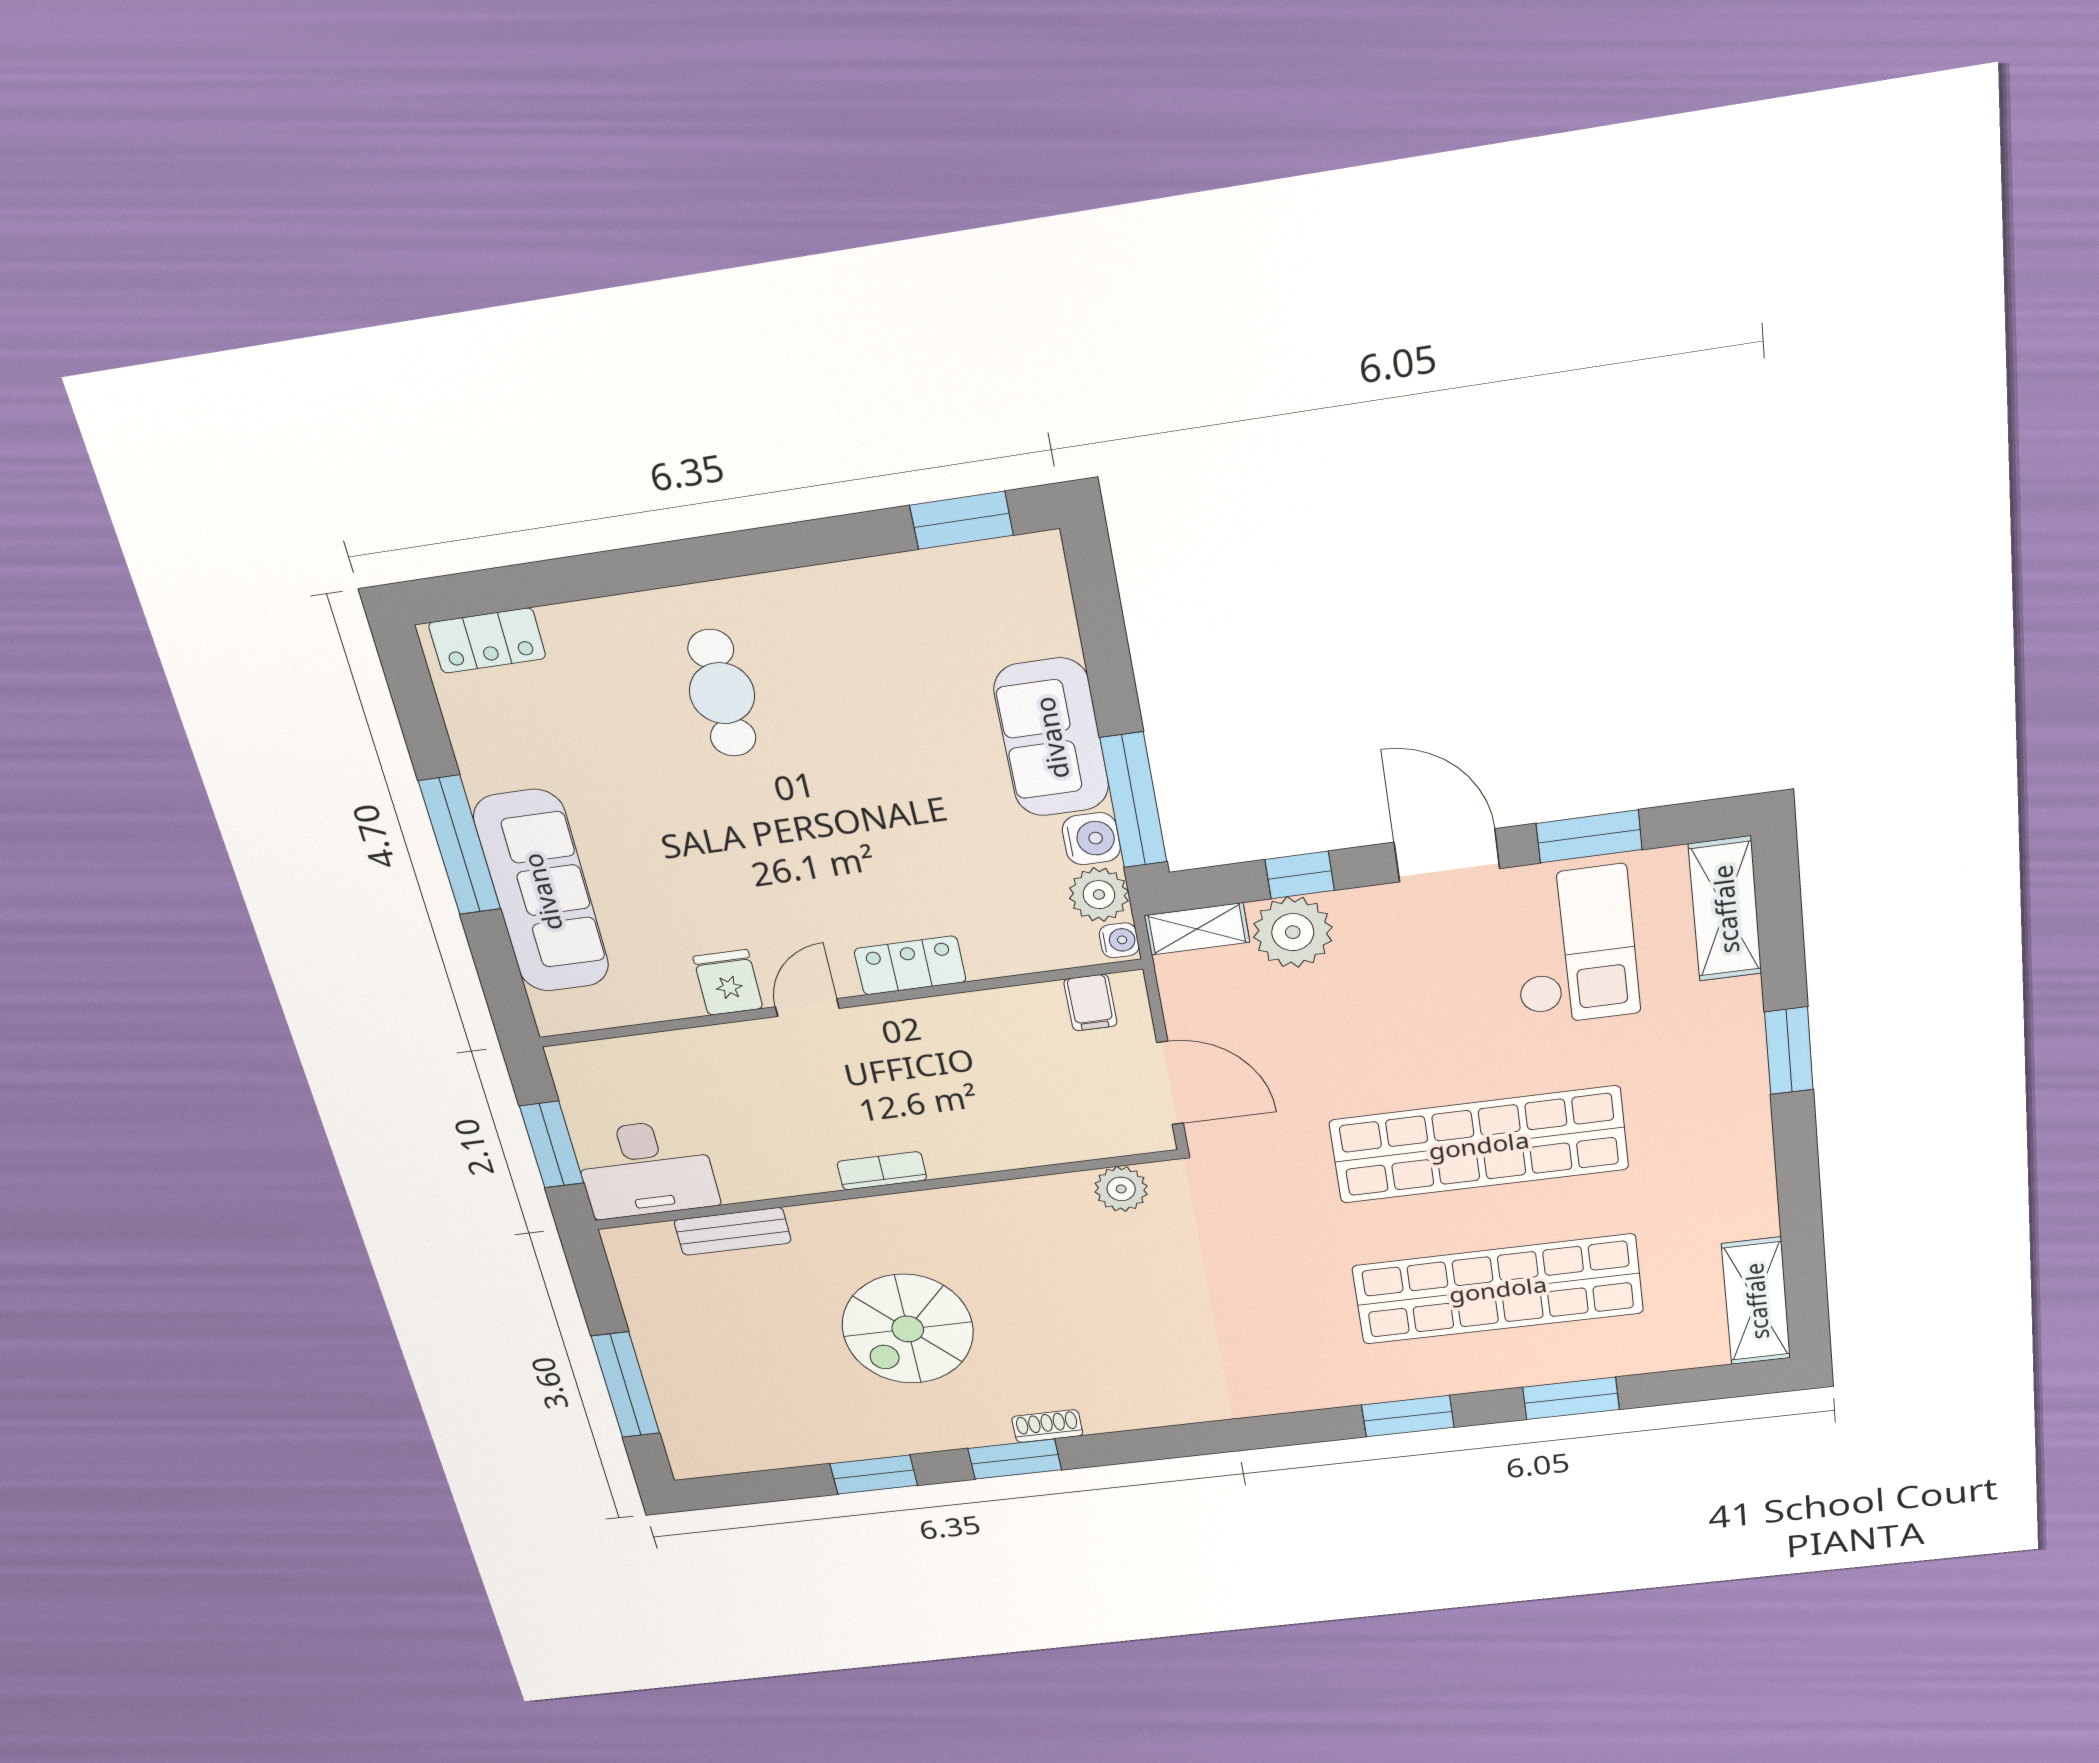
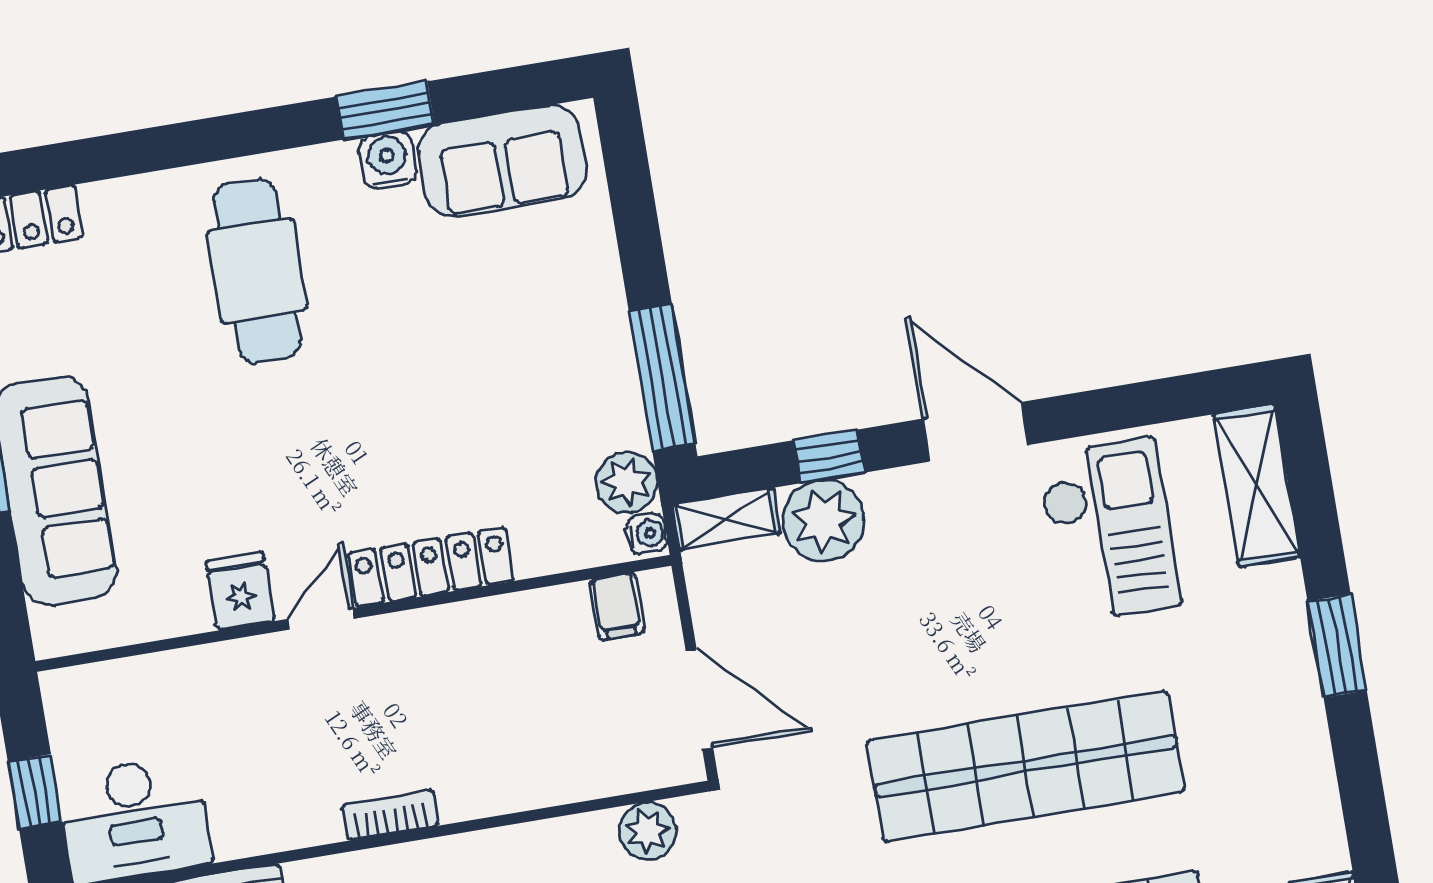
window: (961, 520) -> (385, 111), moved
cafe table: (722, 693) -> (257, 271), width x1.37, depth x1.35
sofa: (1051, 738) -> (502, 161), moved, turned -90
window: (1589, 836) -> (1115, 408), removed
water cooler: (1091, 839) -> (388, 160), moved, turned -90
locker: (910, 965) -> (431, 567), width x1.53
window: (552, 1145) -> (35, 792), width x0.67

